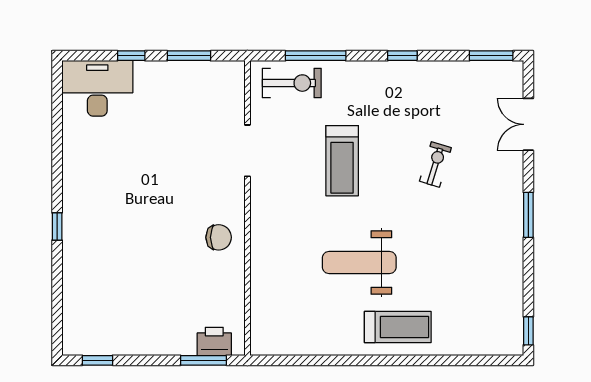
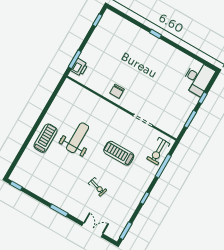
treadmill: (398, 327) -> (45, 138), turned 180

